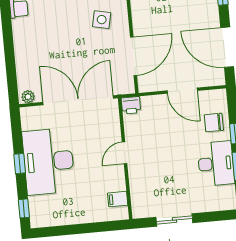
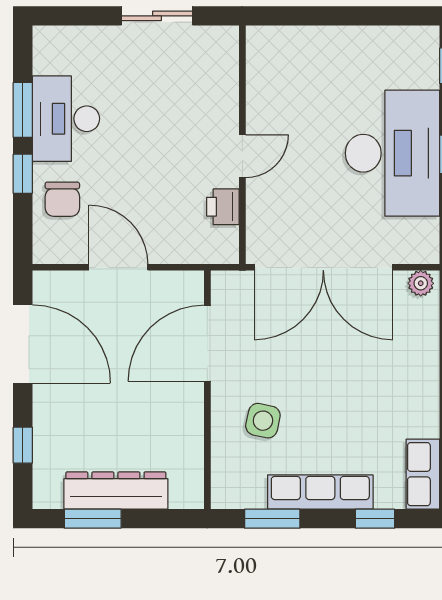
printer: (131, 105) -> (223, 207), moved, turned -90
chair: (214, 123) -> (62, 199), turned 90
filing cabinet: (118, 199) -> (264, 67), removed

